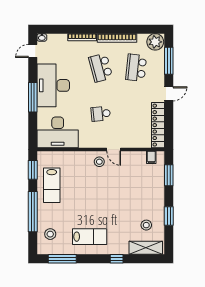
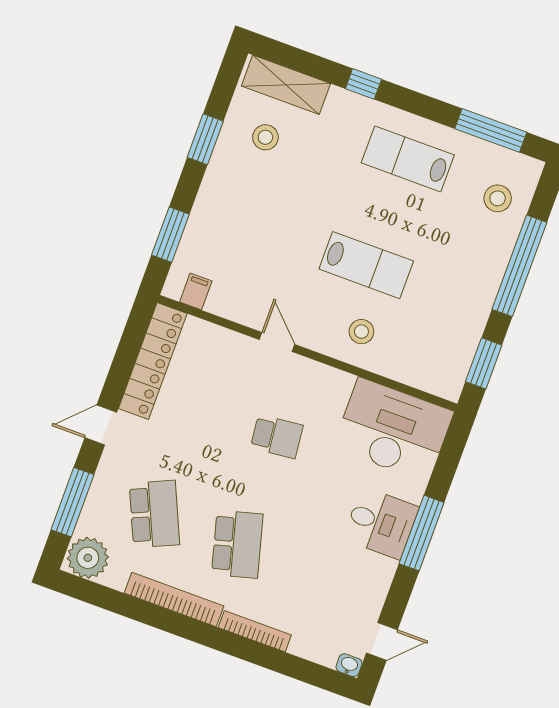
school desk: (136, 68) -> (154, 514), turned -30
desk: (53, 85) -> (381, 523), width x0.53, depth x0.77
stool: (99, 162) -> (361, 332), moved
lab bench: (52, 185) -> (366, 265), moved, turned 90

